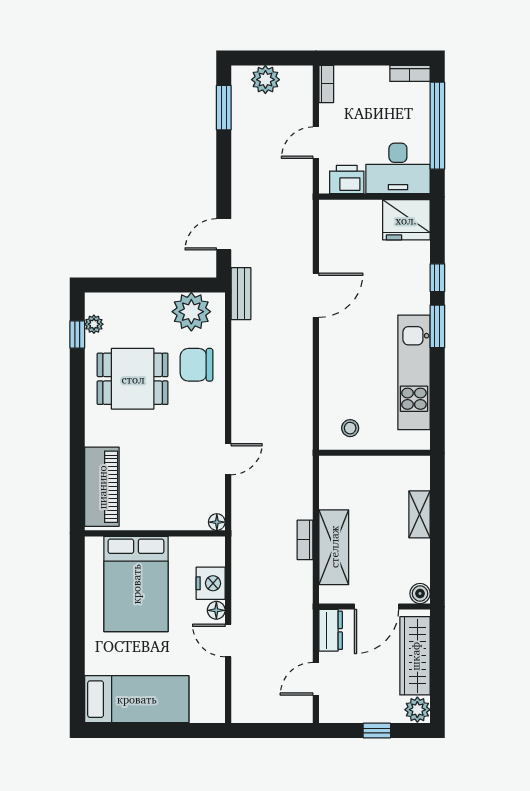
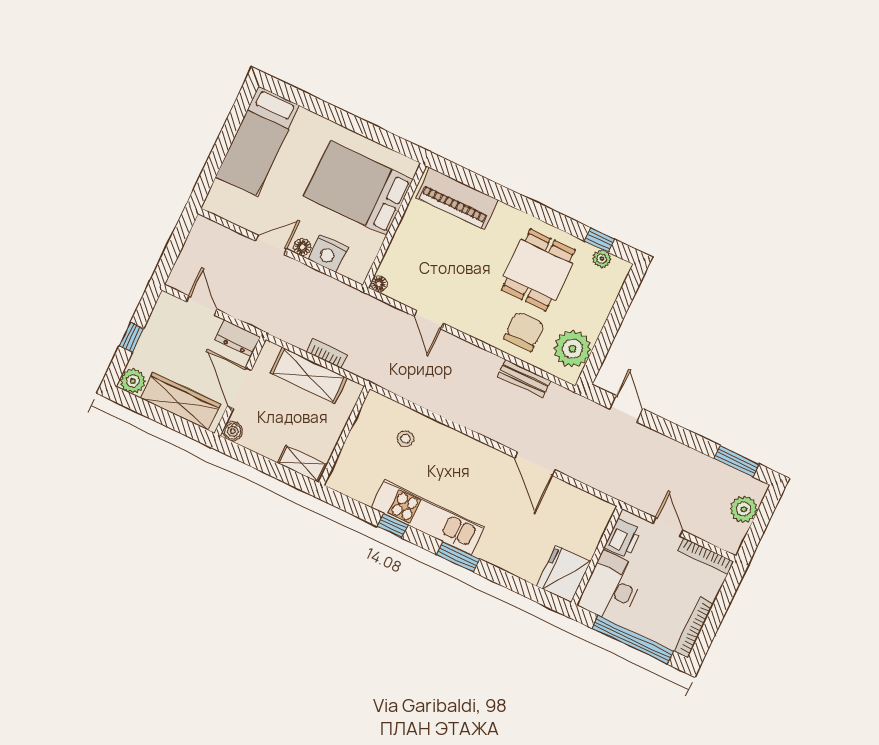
bookcase: (410, 73) -> (694, 627), width x1.56
bookcase: (326, 84) -> (706, 556), width x1.56
window: (437, 278) -> (393, 526), moved
bench: (241, 294) -> (524, 379), moved
wall: (374, 453) -> (344, 436), moved

